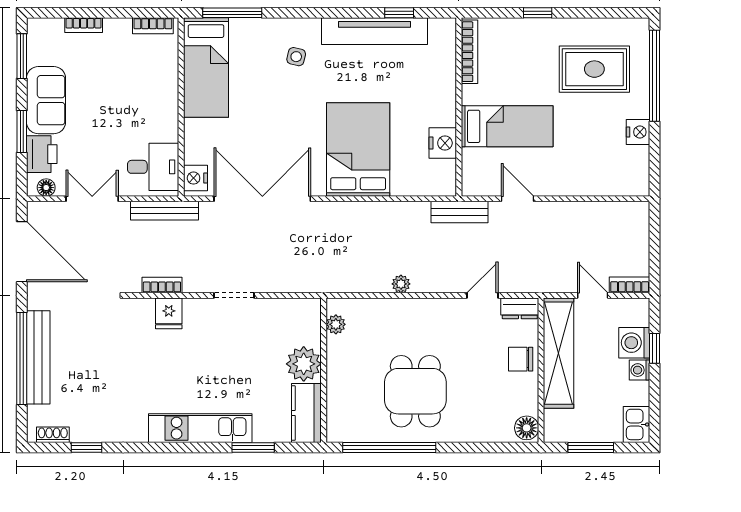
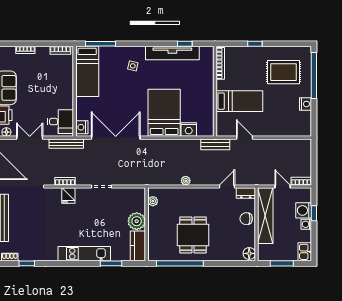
nightstand: (443, 143) -> (189, 130), moved, turned 90

